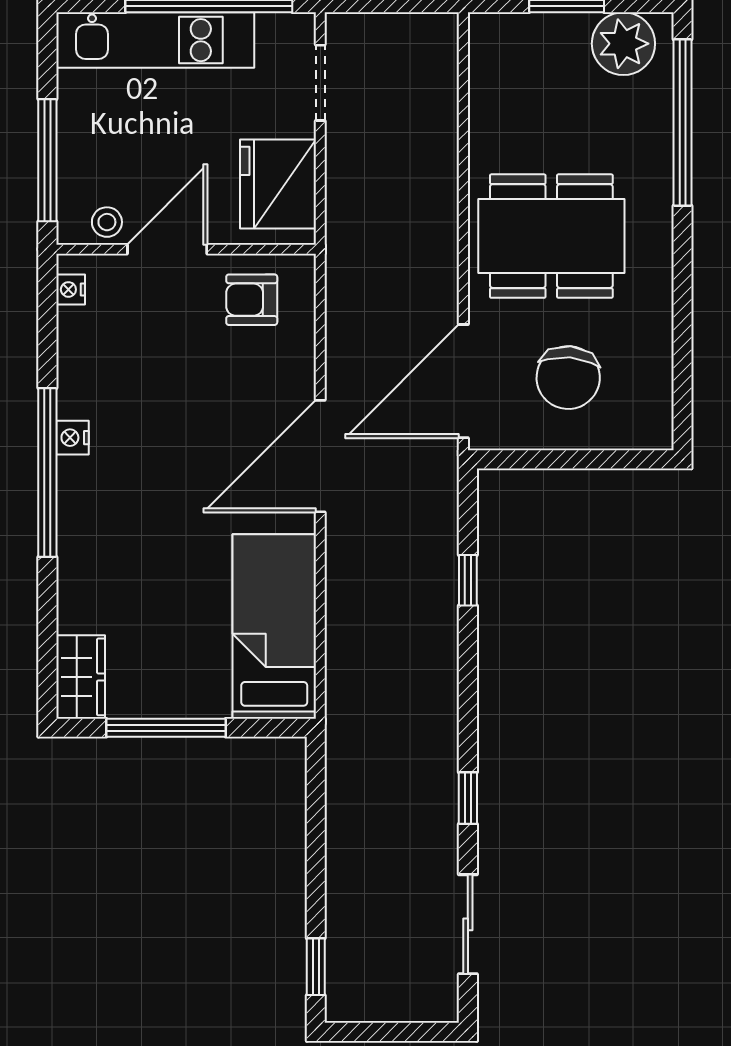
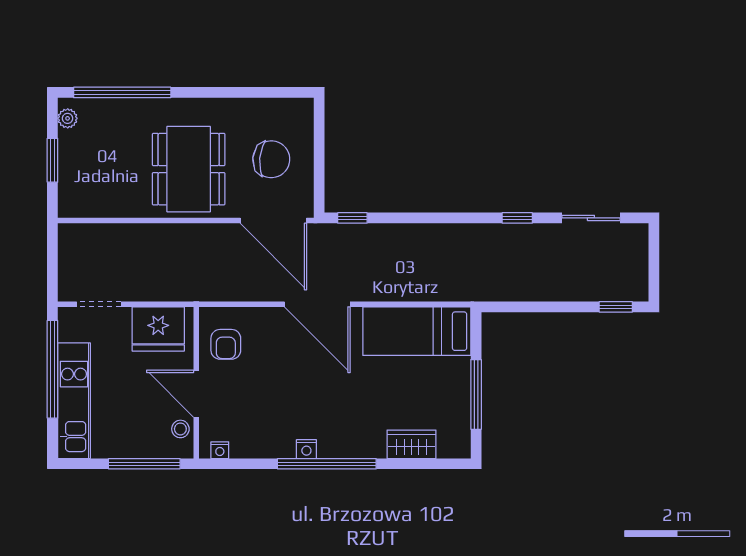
plant: (623, 44) -> (68, 118), width x0.53, depth x0.53
window: (468, 580) -> (352, 218), moved
wardrobe: (81, 677) -> (411, 444), moved

